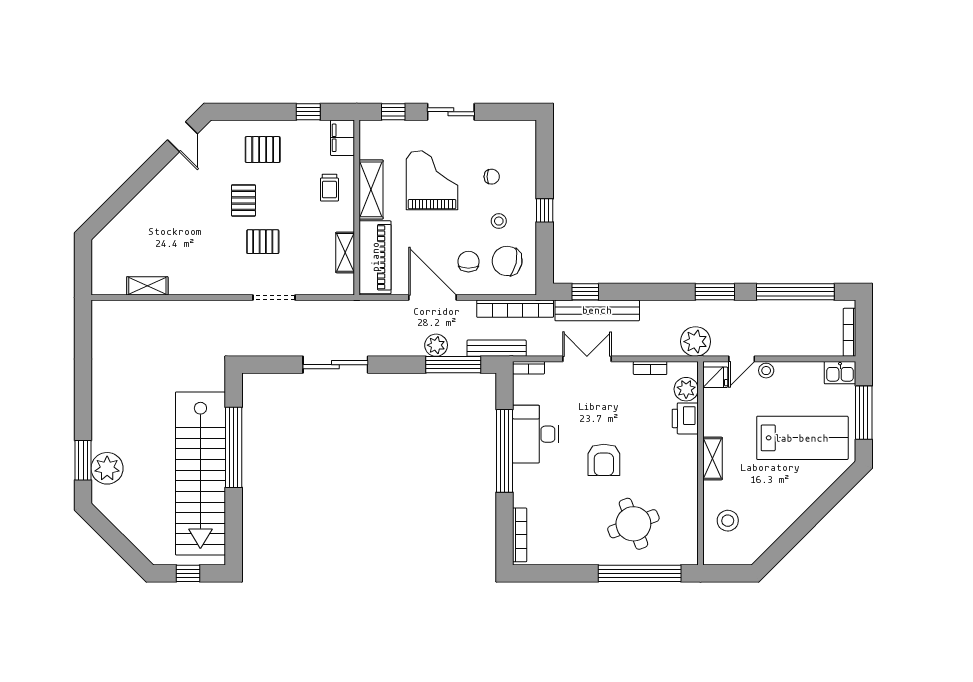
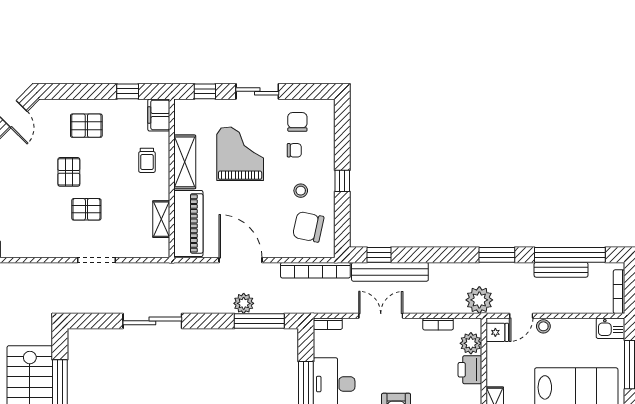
chair: (468, 262) -> (297, 122), moved
bench: (497, 348) -> (561, 270), moved

